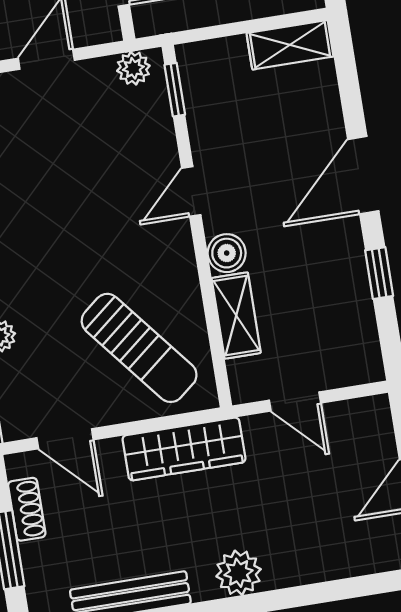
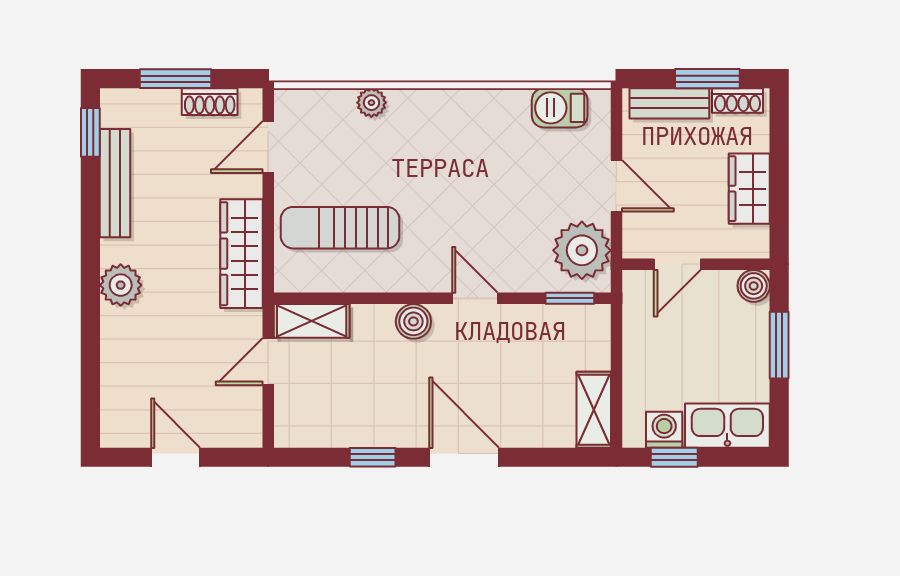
plant: (133, 68) -> (582, 250), width x1.87, depth x1.87
shelving: (236, 315) -> (312, 321), moved
sun lounger: (139, 348) -> (340, 228), turned 39

